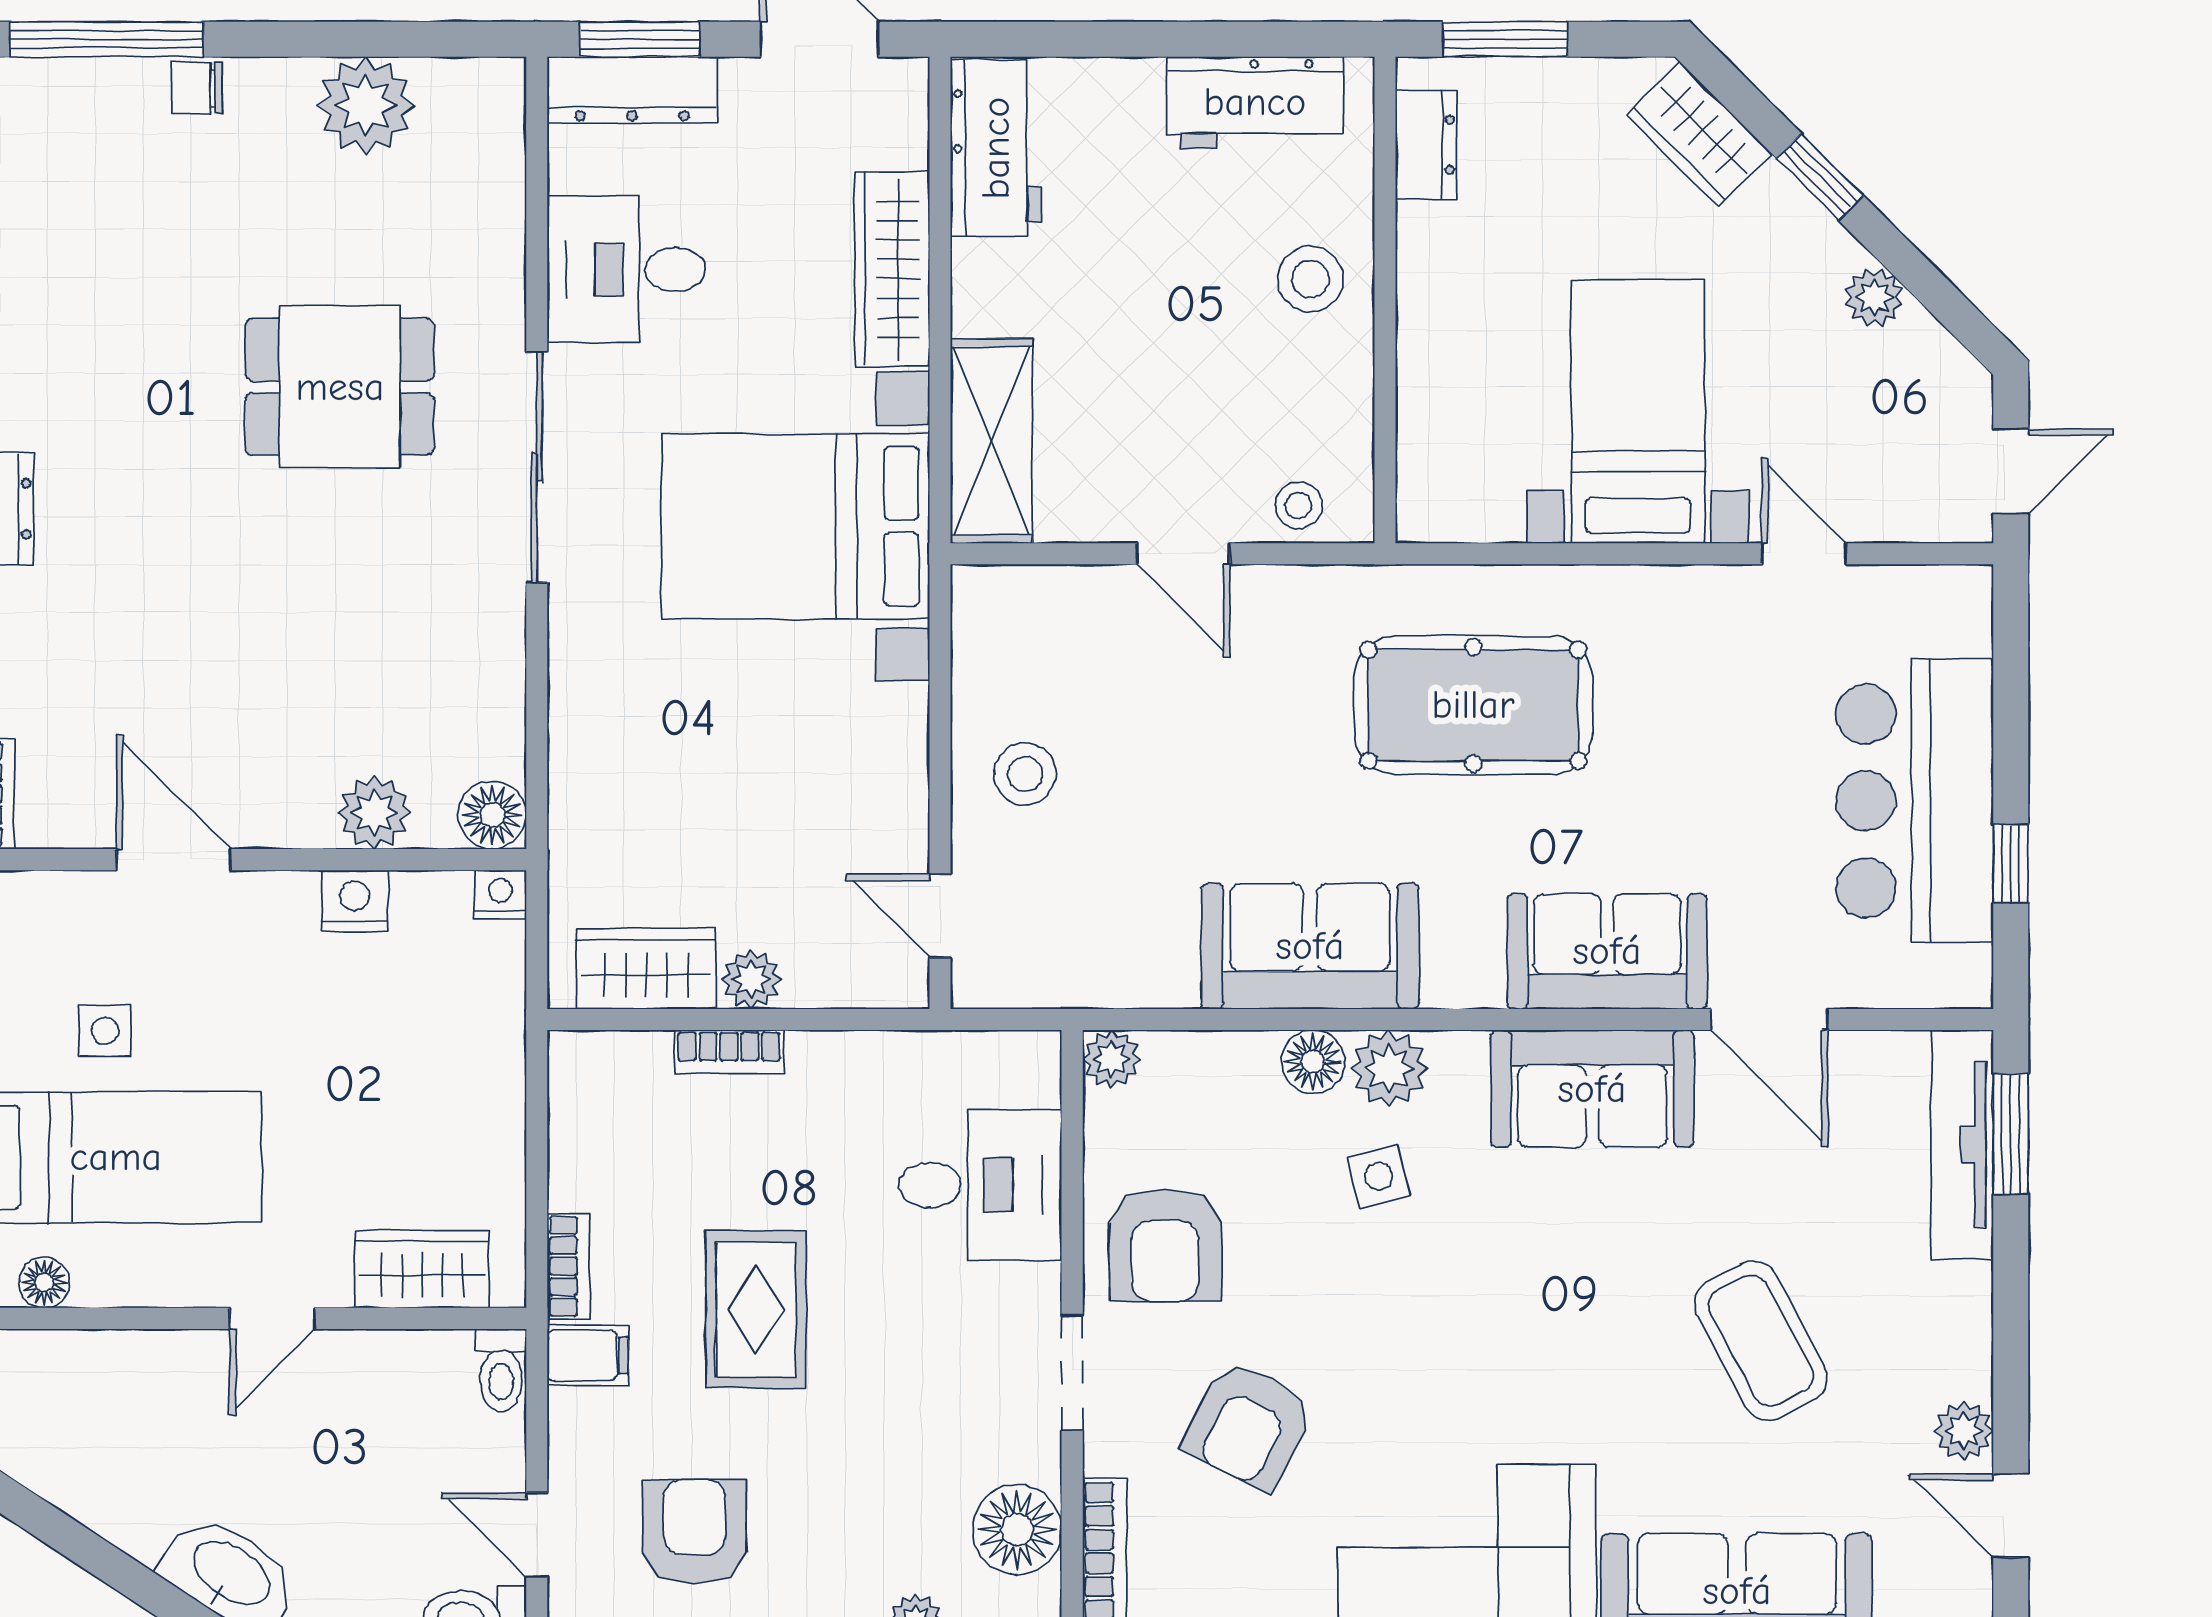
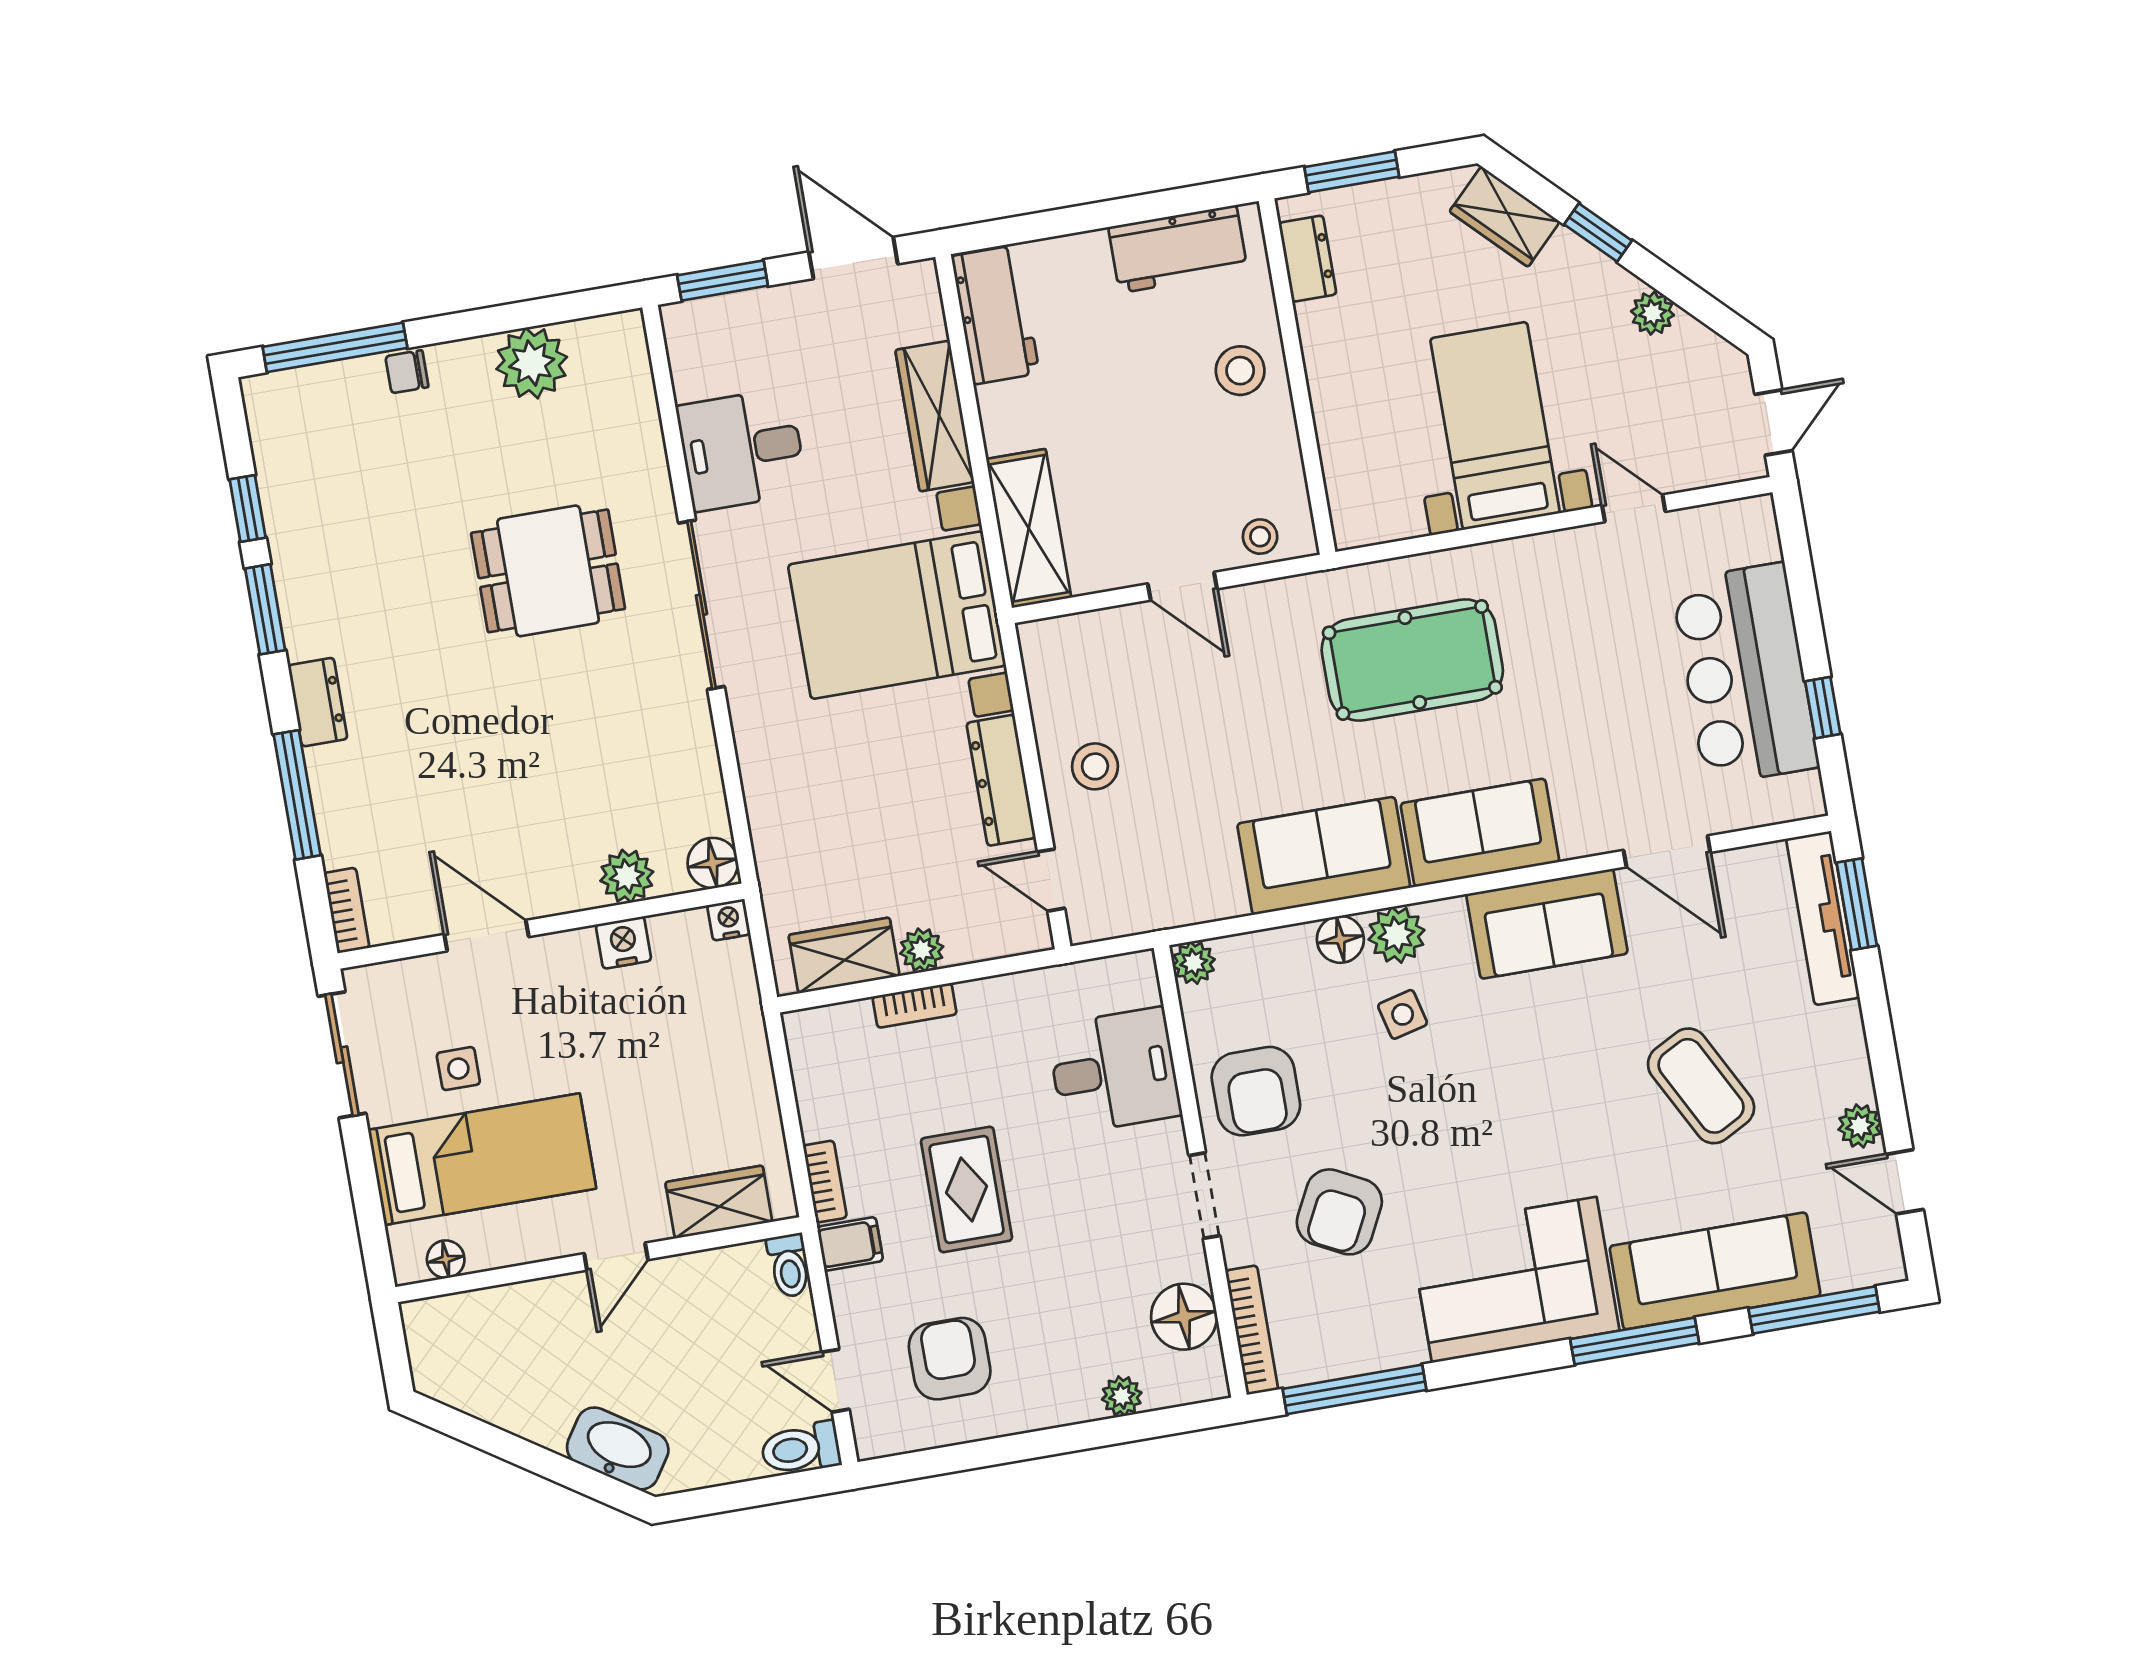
dresser: (632, 90) -> (1001, 780), moved, turned 90
sofa: (1607, 951) -> (1480, 833), moved

